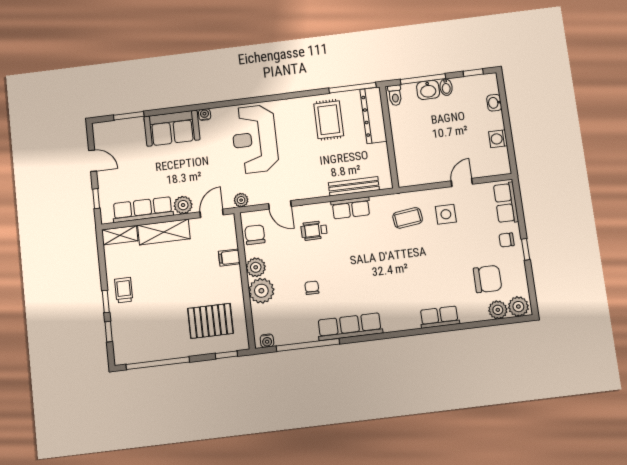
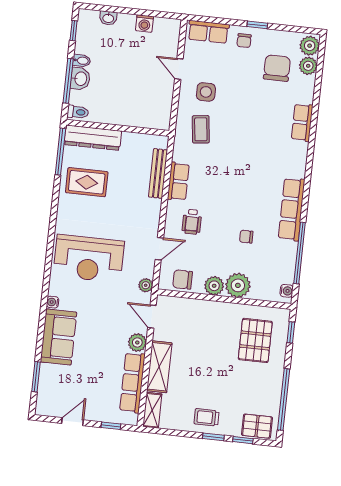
filing cabinet: (229, 258) -> (199, 309), removed
pallet: (125, 343) -> (257, 426), added

